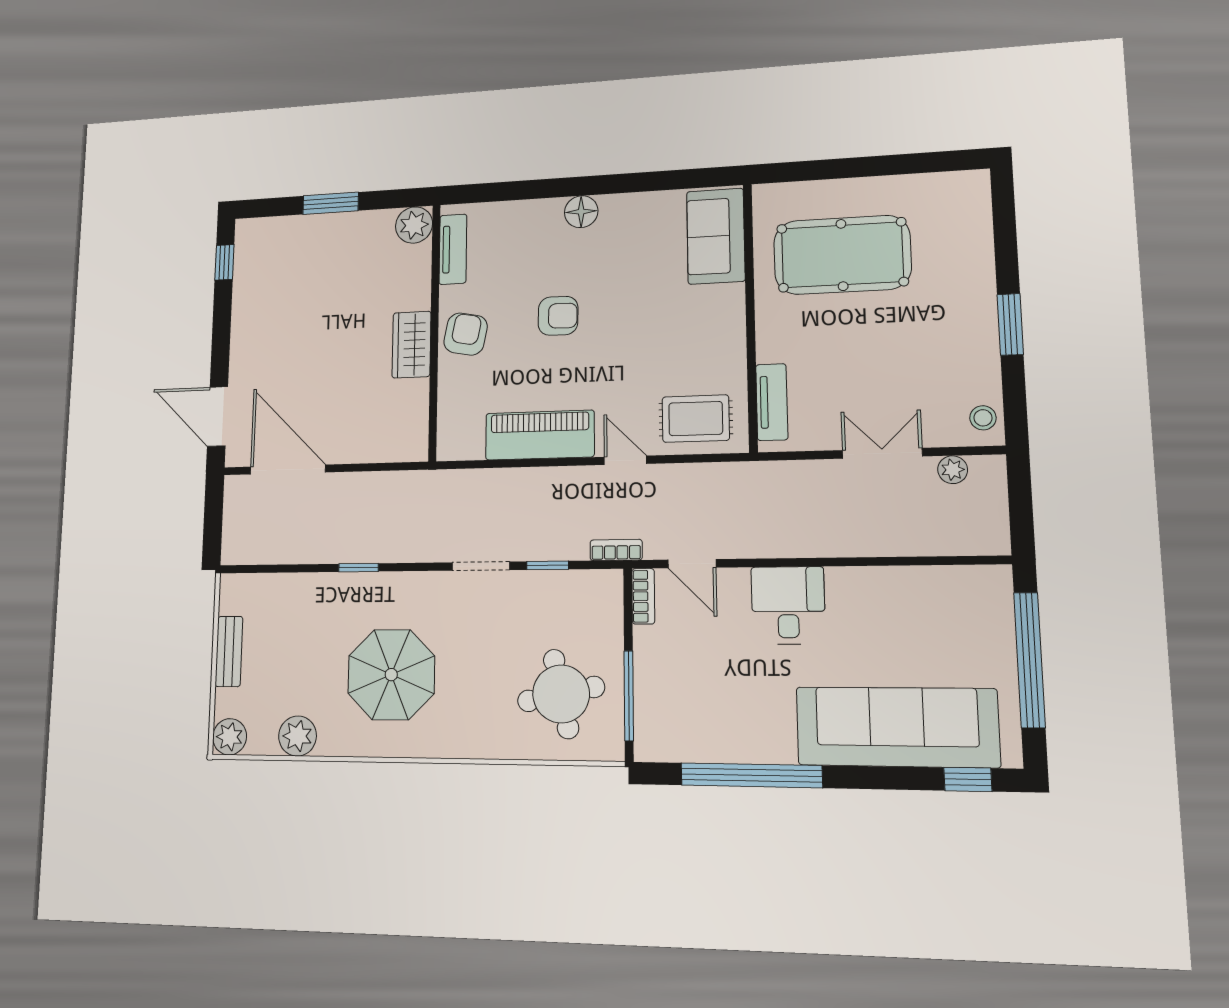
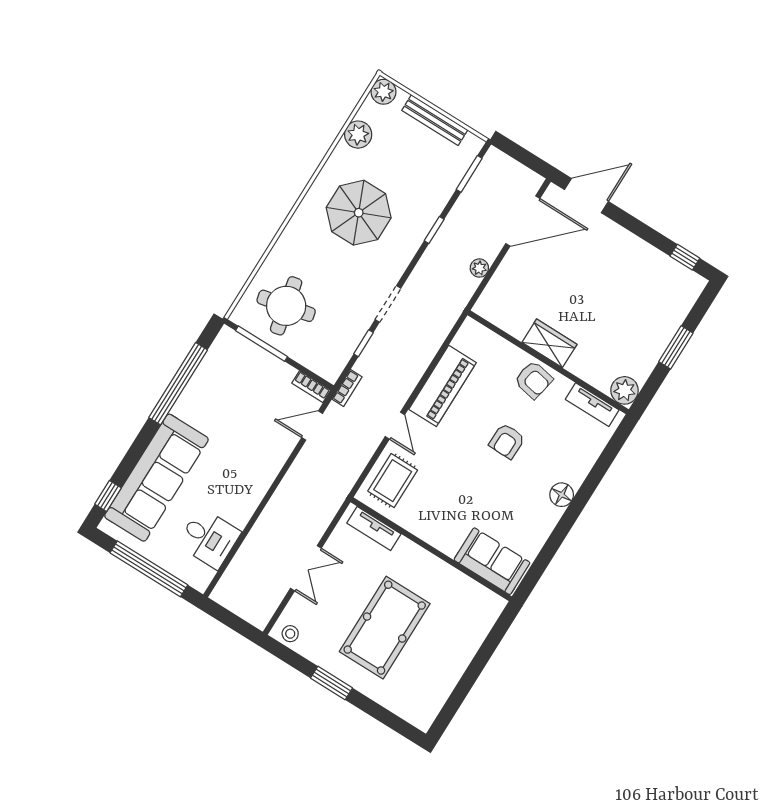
pool table: (842, 255) -> (385, 628), moved
door: (625, 460) -> (395, 426), hinge flipped
plant: (953, 470) -> (479, 268), moved
window: (269, 569) -> (469, 174), added
desk: (788, 605) -> (209, 538), moved
bench: (229, 651) -> (435, 120), width x1.36

